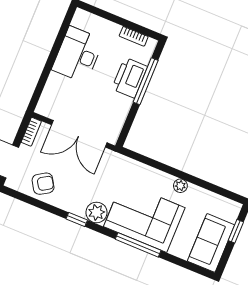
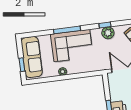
plant: (96, 212) -> (108, 33), moved
sofa: (211, 243) -> (32, 57), width x1.36

